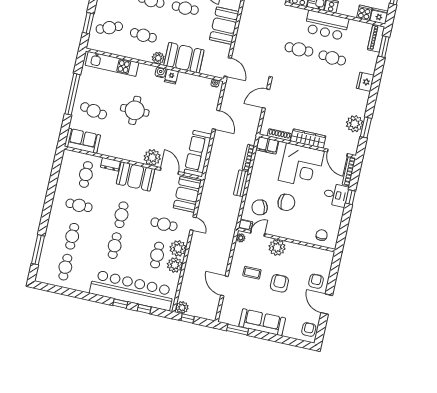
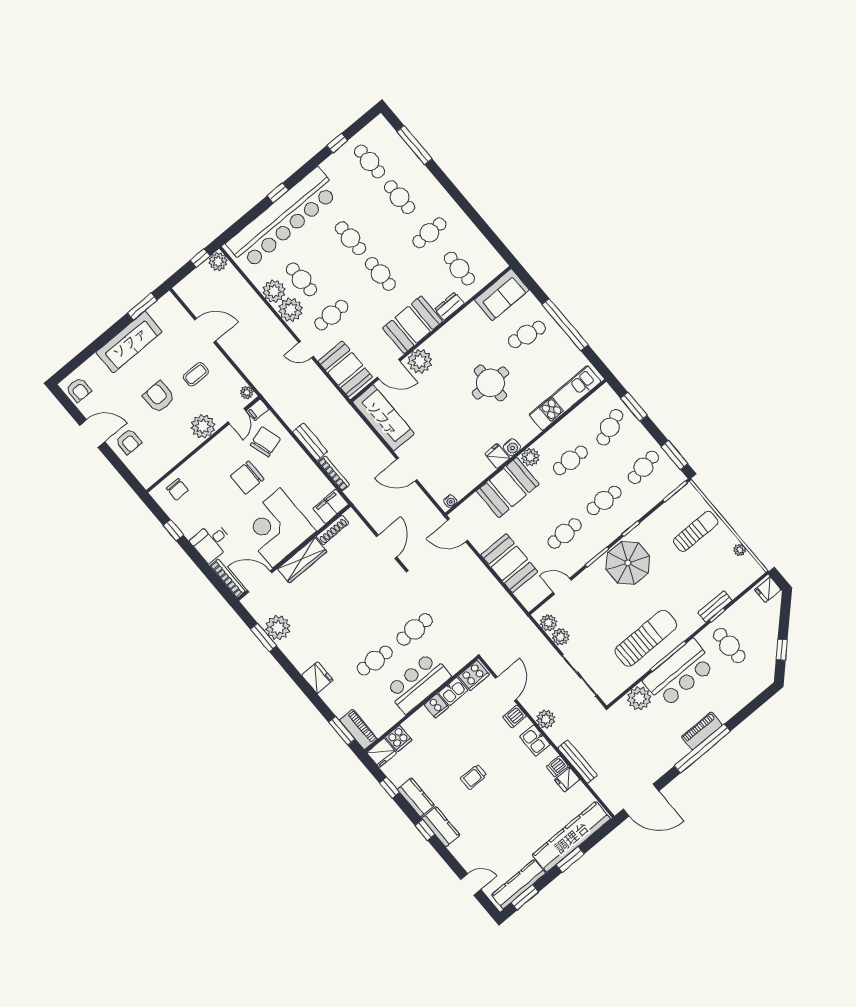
window: (350, 197) -> (173, 530), moved
armchair: (279, 283) -> (159, 397), turned 180
window: (144, 309) -> (337, 143), moved

